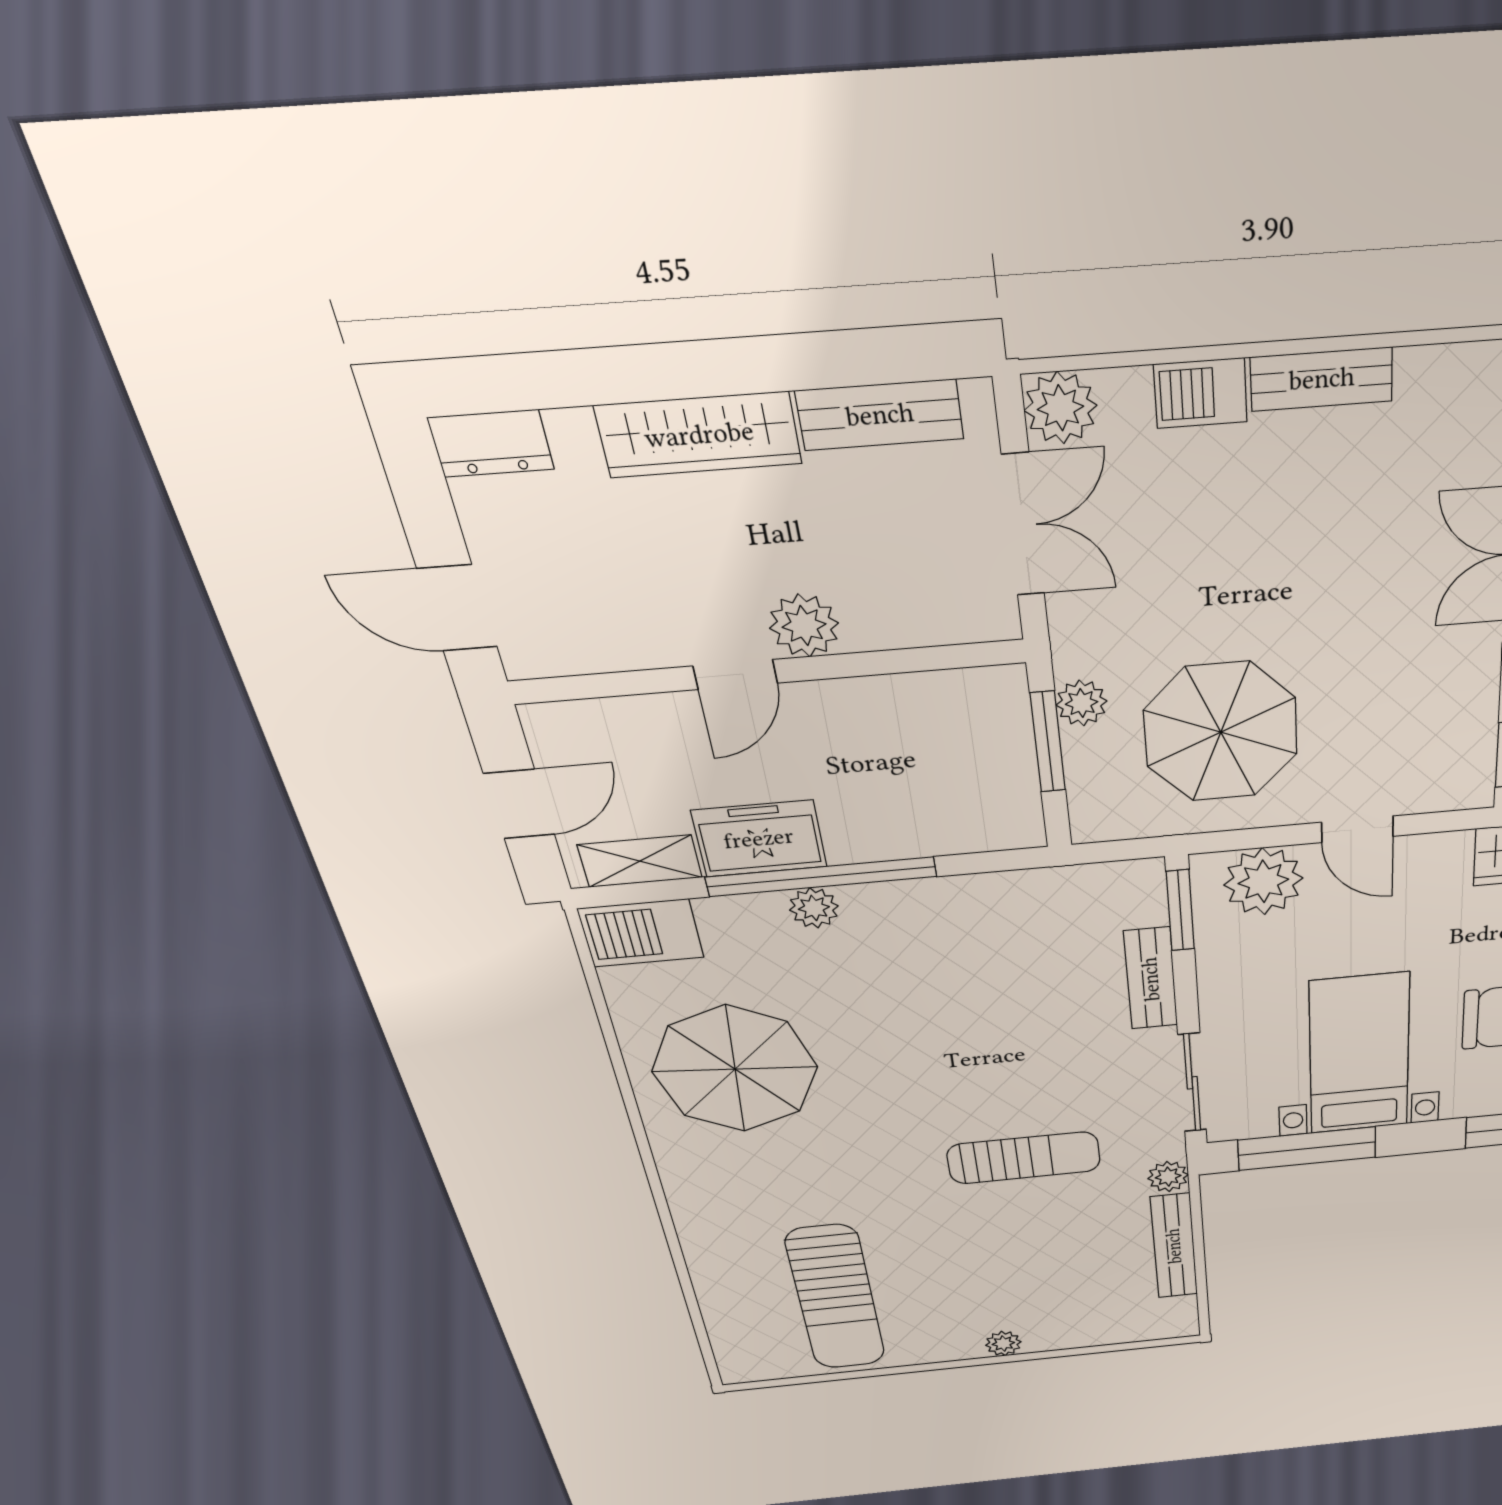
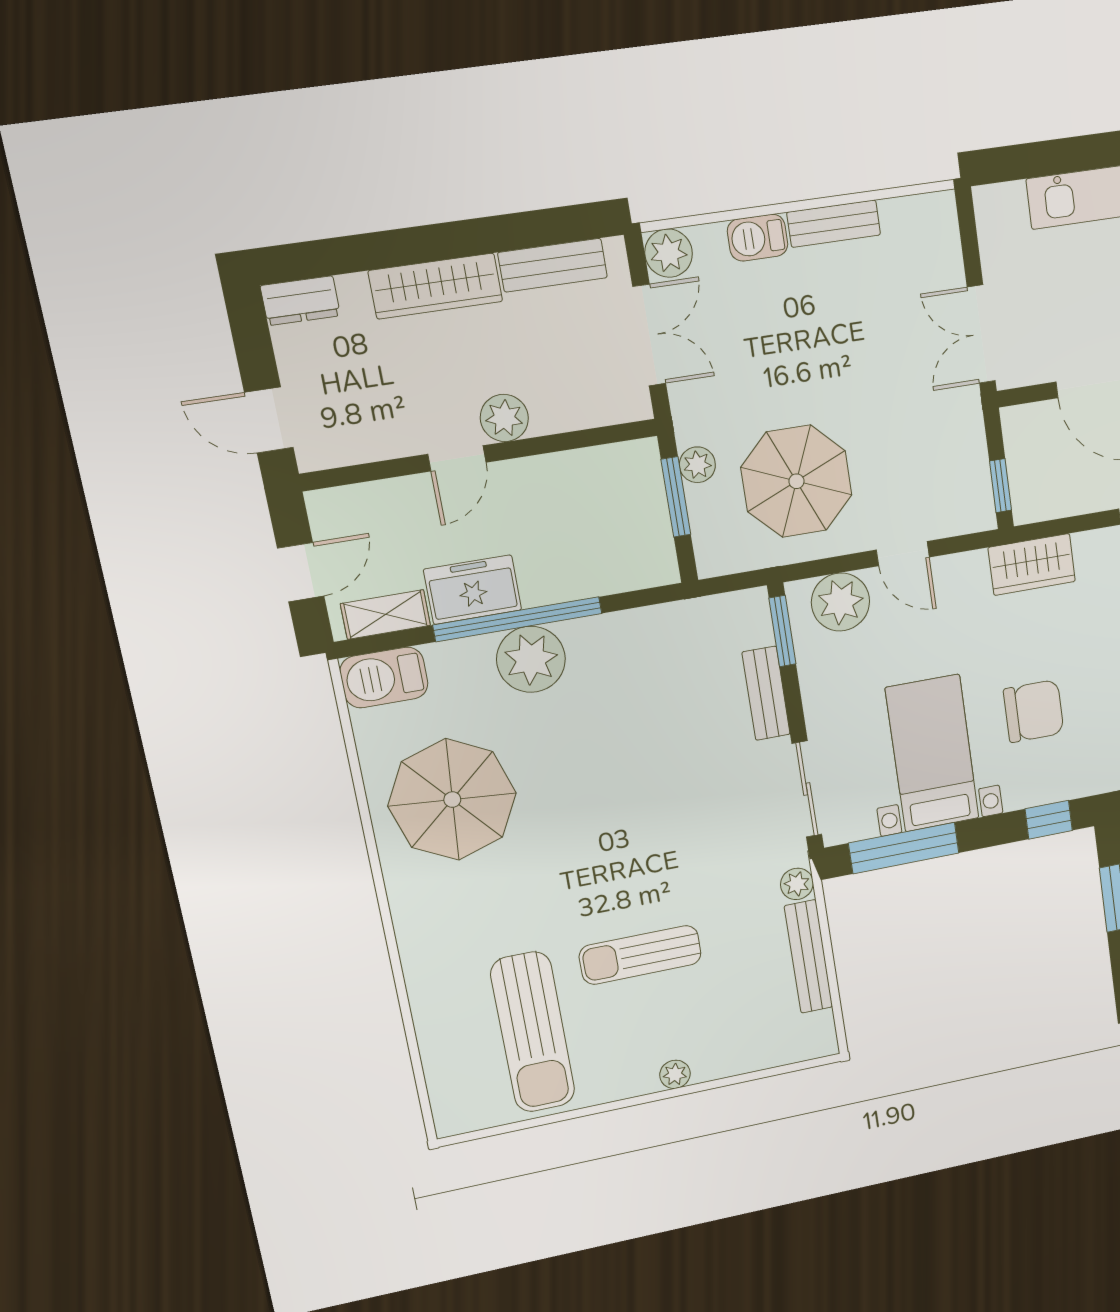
plant: (814, 908) -> (531, 659), width x1.88, depth x1.88
sun lounger: (1024, 1158) -> (640, 955), moved, turned 180

